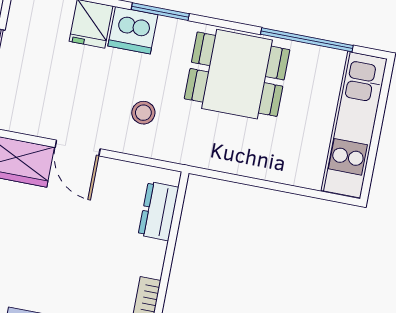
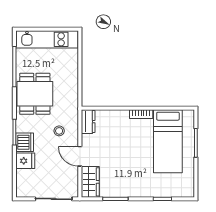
door: (78, 148) -> (80, 156), swing flipped
dresser: (159, 211) -> (88, 122), moved, turned -90

